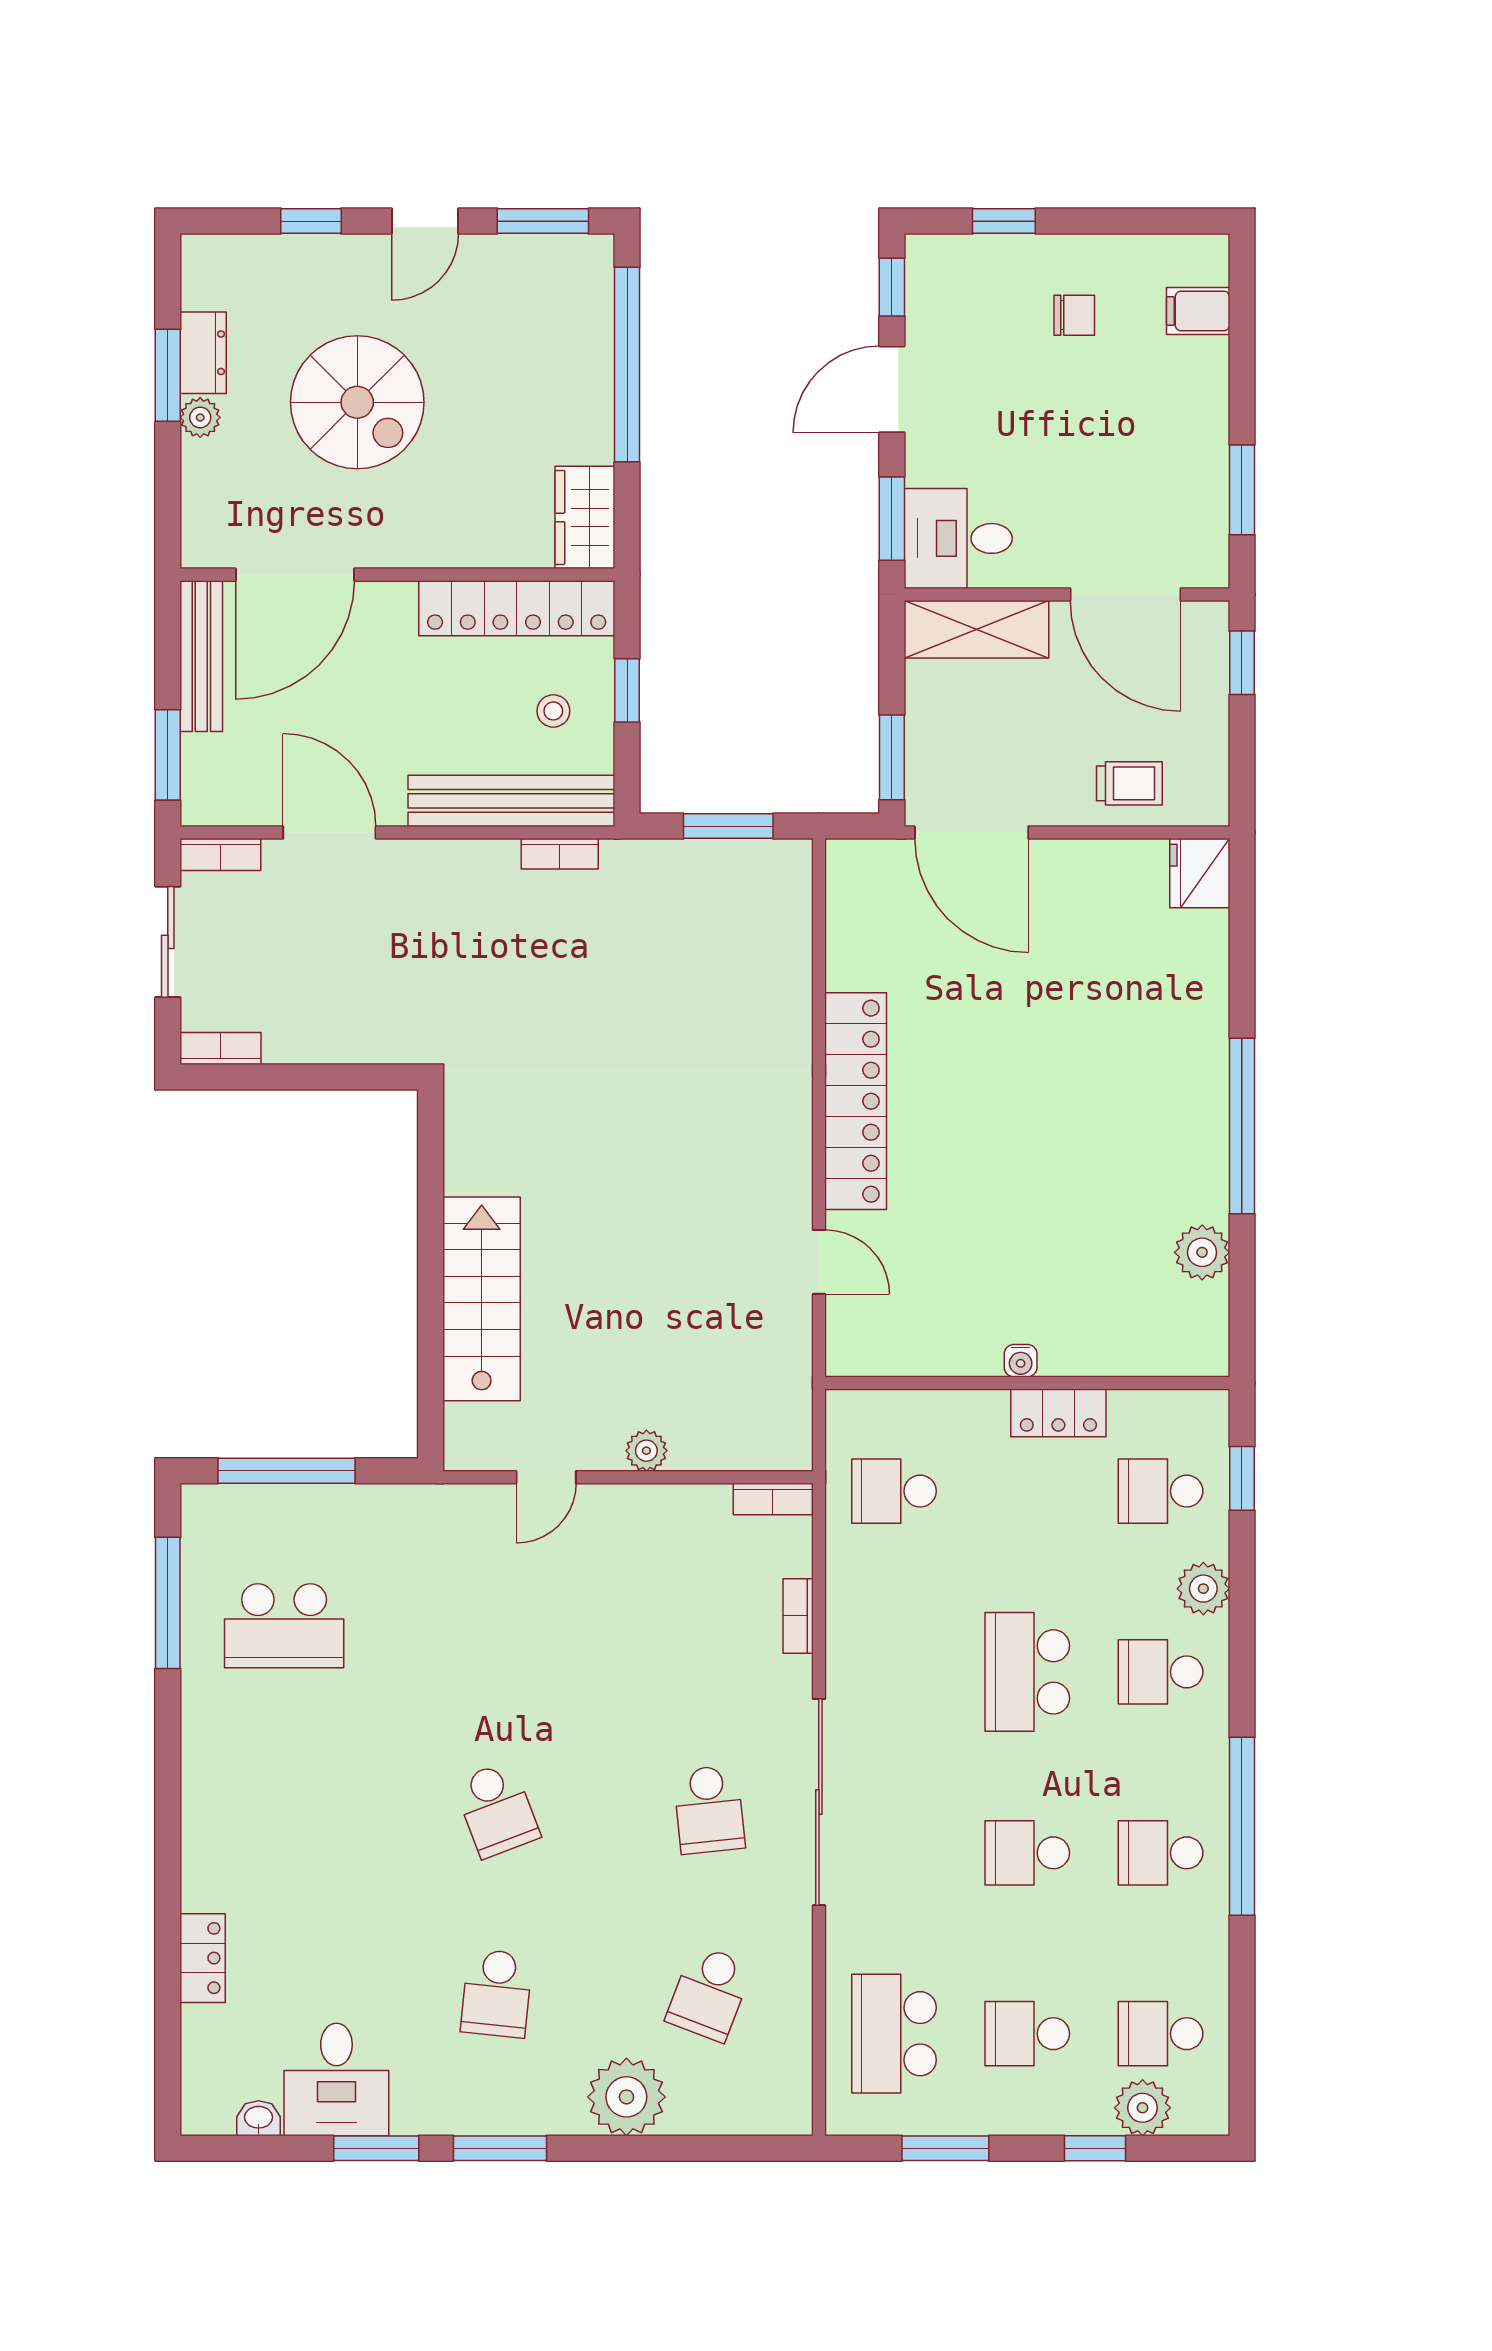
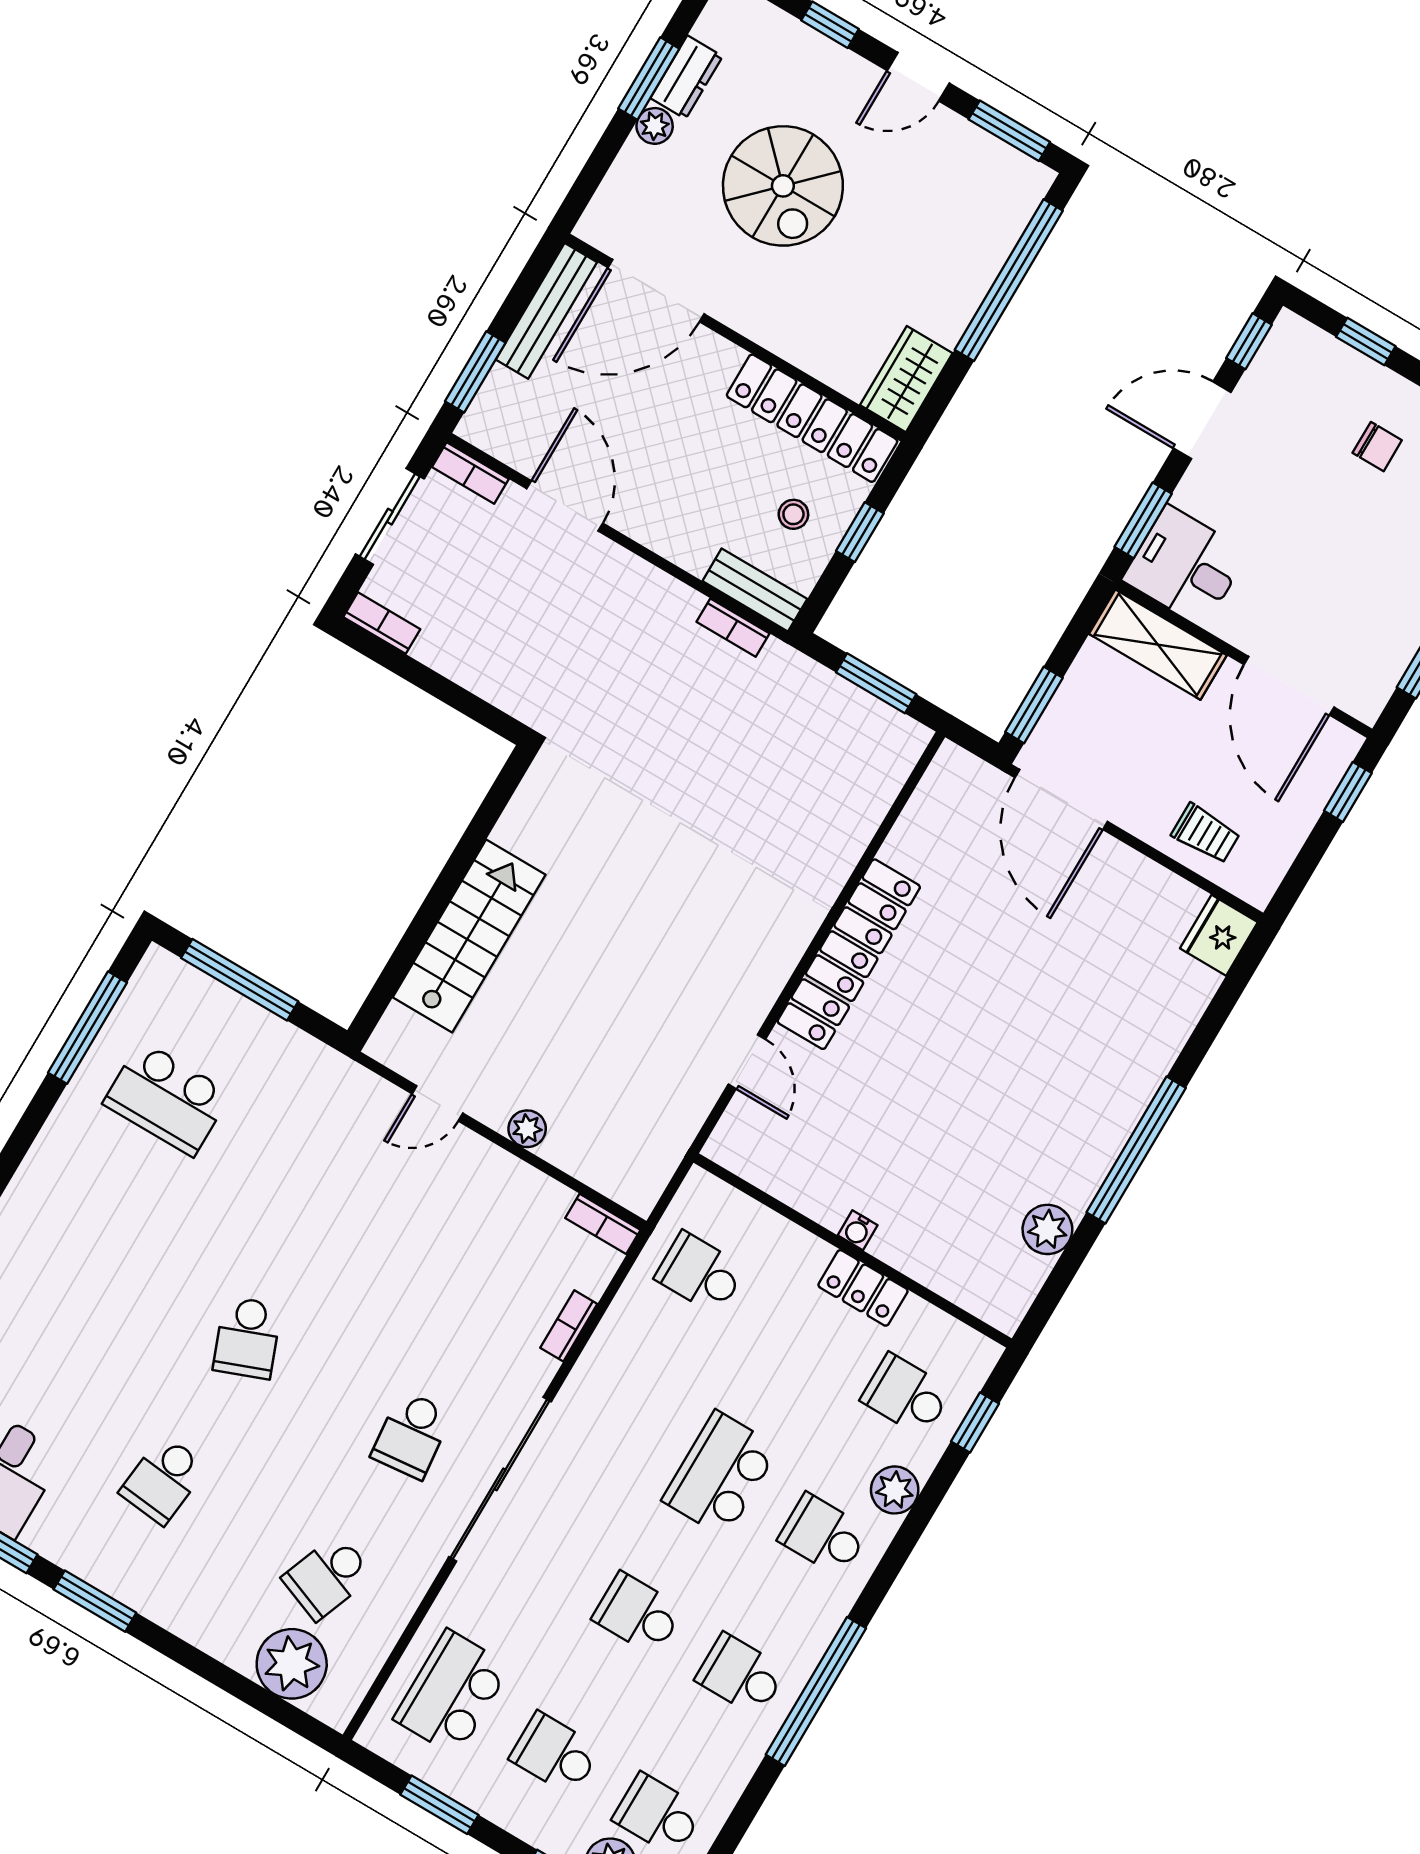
bench: (511, 801) -> (755, 590), width x0.54, depth x0.82
plant: (626, 2097) -> (292, 1664), moved

